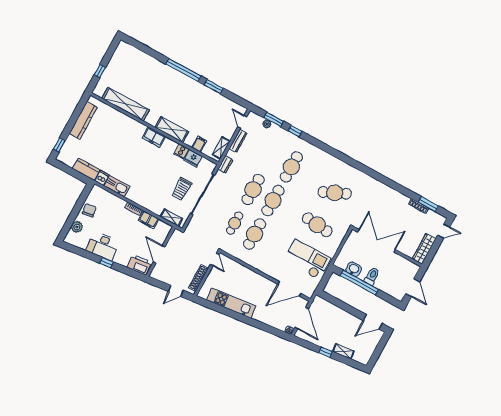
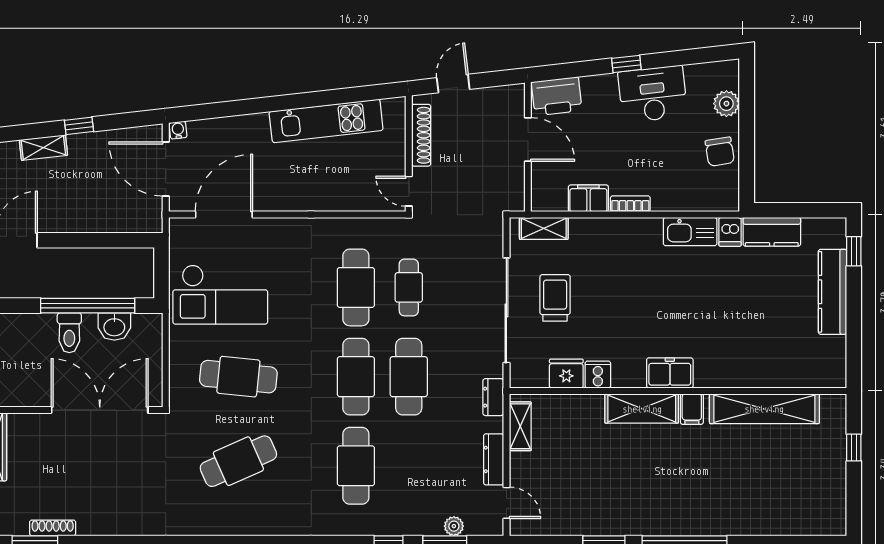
kitchen counter: (83, 120) -> (833, 292), moved
filing cabinet: (199, 144) -> (692, 409), moved
double door: (376, 241) -> (100, 410), swing flipped

